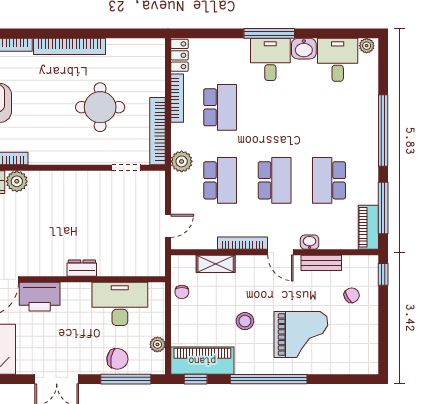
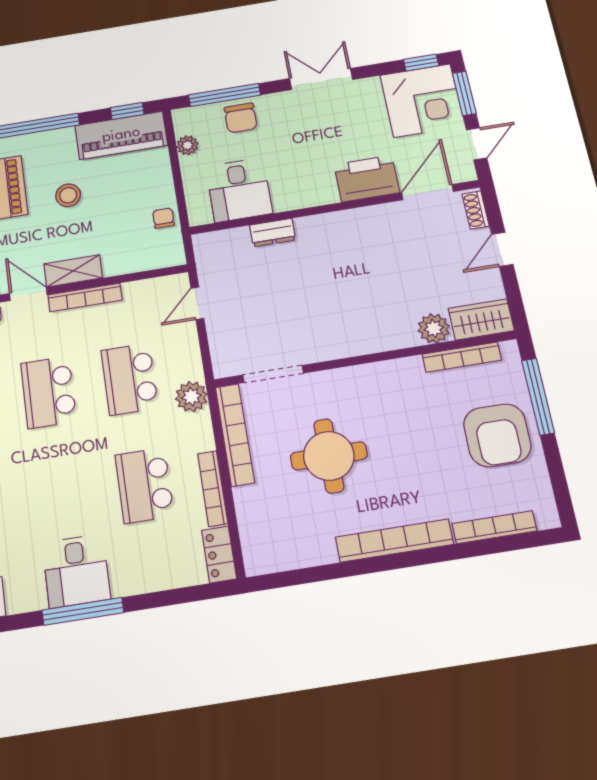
washbasin: (304, 49) -> (26, 596), removed
doorway: (126, 168) -> (273, 374), width x1.38
shelving: (216, 264) -> (73, 271), moved
dresser: (82, 268) -> (273, 233), moved
desk: (120, 304) -> (239, 190), width x0.73
chair: (117, 359) -> (241, 118), turned -100

